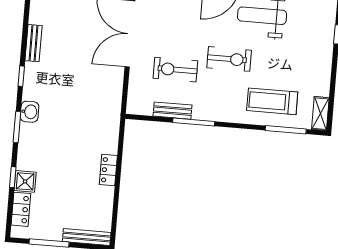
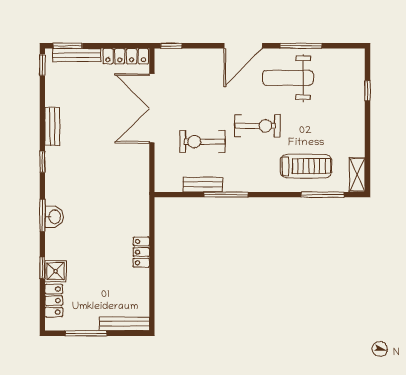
treadmill: (272, 101) -> (306, 166), turned 180
washbasin: (30, 112) -> (54, 217), moved

